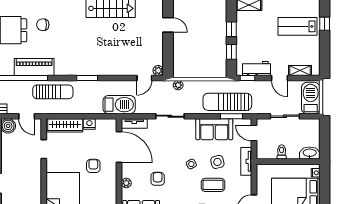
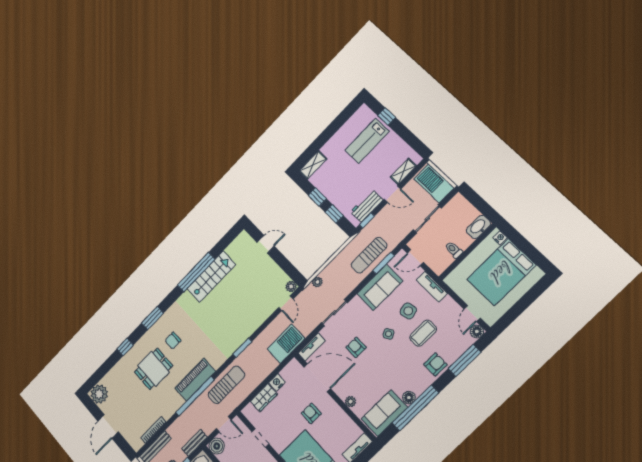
sun lounger: (227, 102) -> (369, 255), width x0.73, depth x0.75
wardrobe: (65, 125) -> (264, 398), width x0.67
armchair: (158, 179) -> (356, 347), moved

